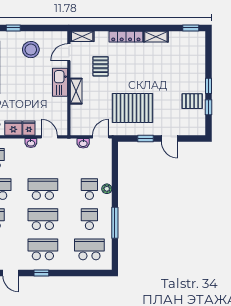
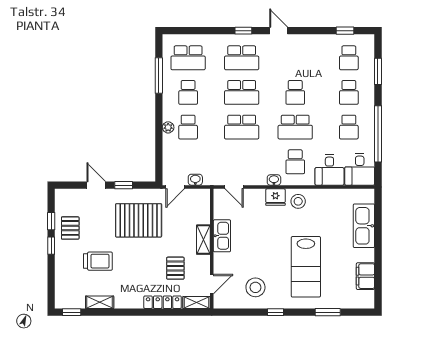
locker: (126, 37) -> (163, 302), moved
shelving: (156, 37) -> (100, 302), moved
trolley: (168, 72) -> (98, 261), added
kitchen sink: (60, 82) -> (222, 236), moved
pallet: (192, 101) -> (70, 228), turned 90
fridge: (29, 128) -> (258, 197), removed
washbasin: (31, 143) -> (274, 180), moved
window: (115, 223) -> (159, 75), moved

